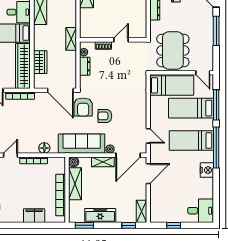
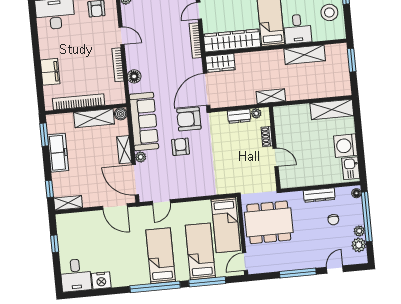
wardrobe: (40, 62) -> (220, 63), moved
nightstand: (207, 170) -> (101, 280), moved

